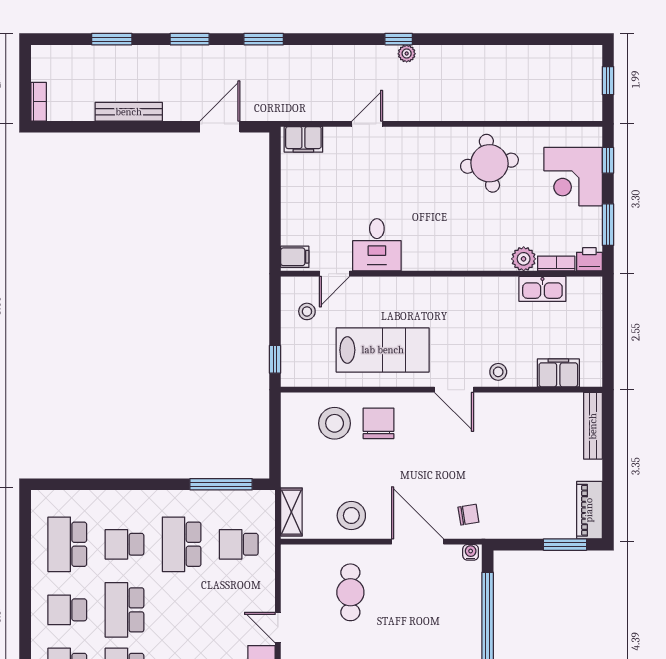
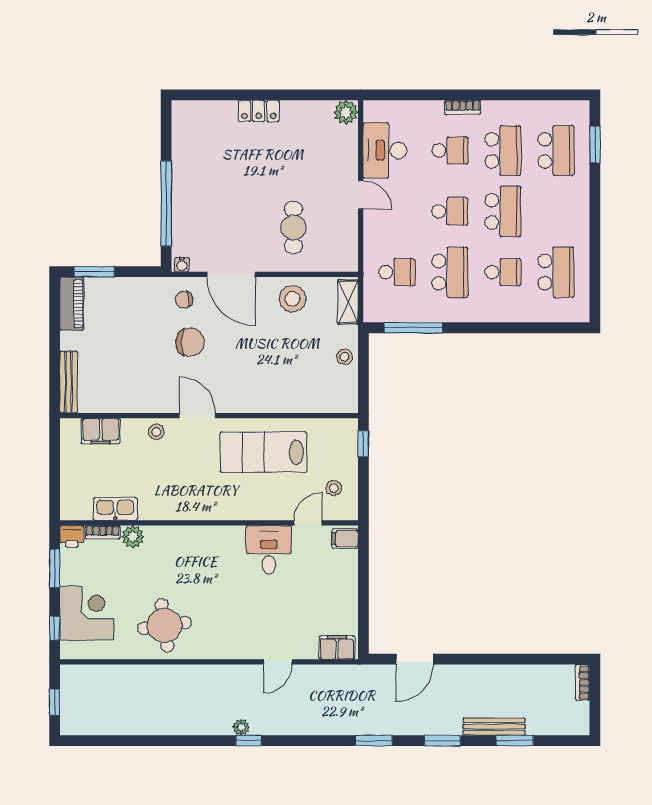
bench: (129, 112) -> (494, 727), moved
stool: (335, 423) -> (345, 357), moved, width x0.53, depth x0.53
chair: (378, 423) -> (190, 342), moved, turned -90
school desk: (67, 610) -> (450, 211), moved

